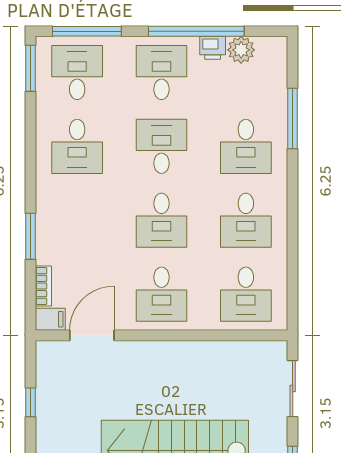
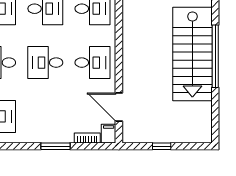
desk: (162, 220) -> (45, 63), turned 180

